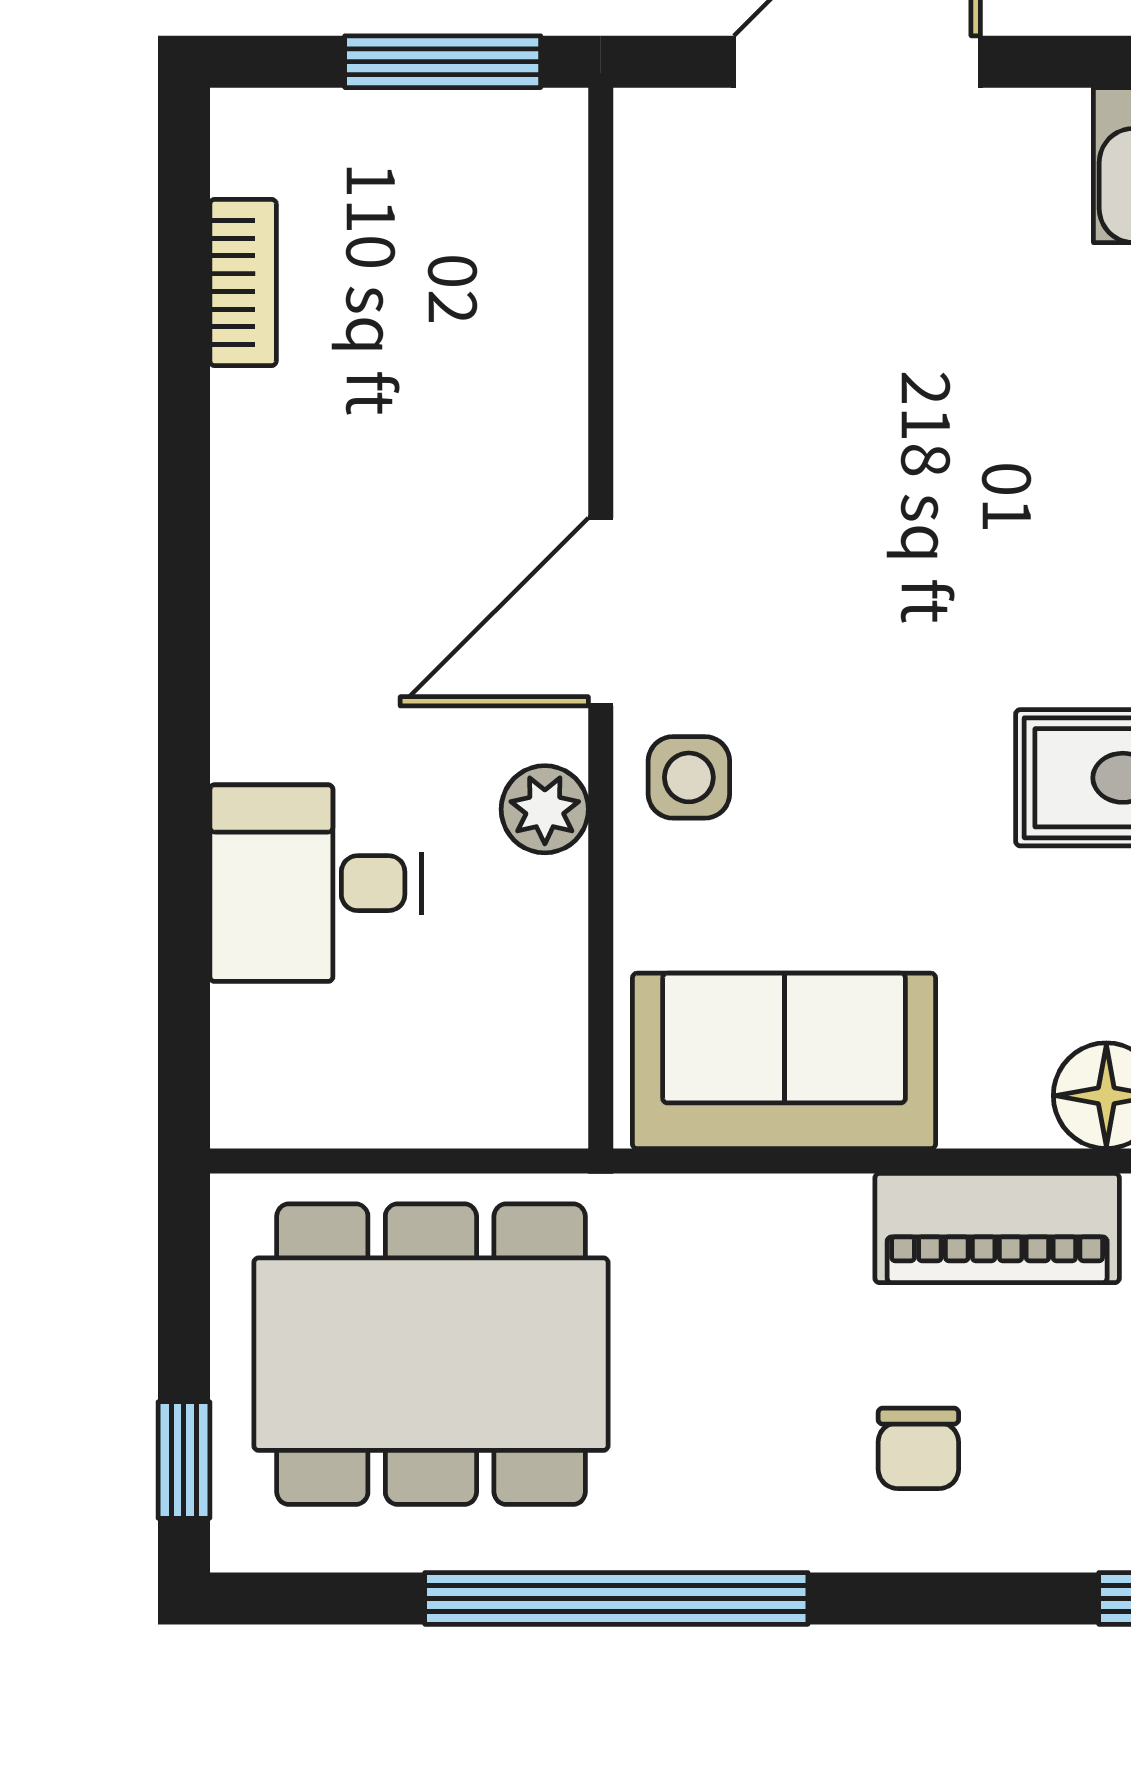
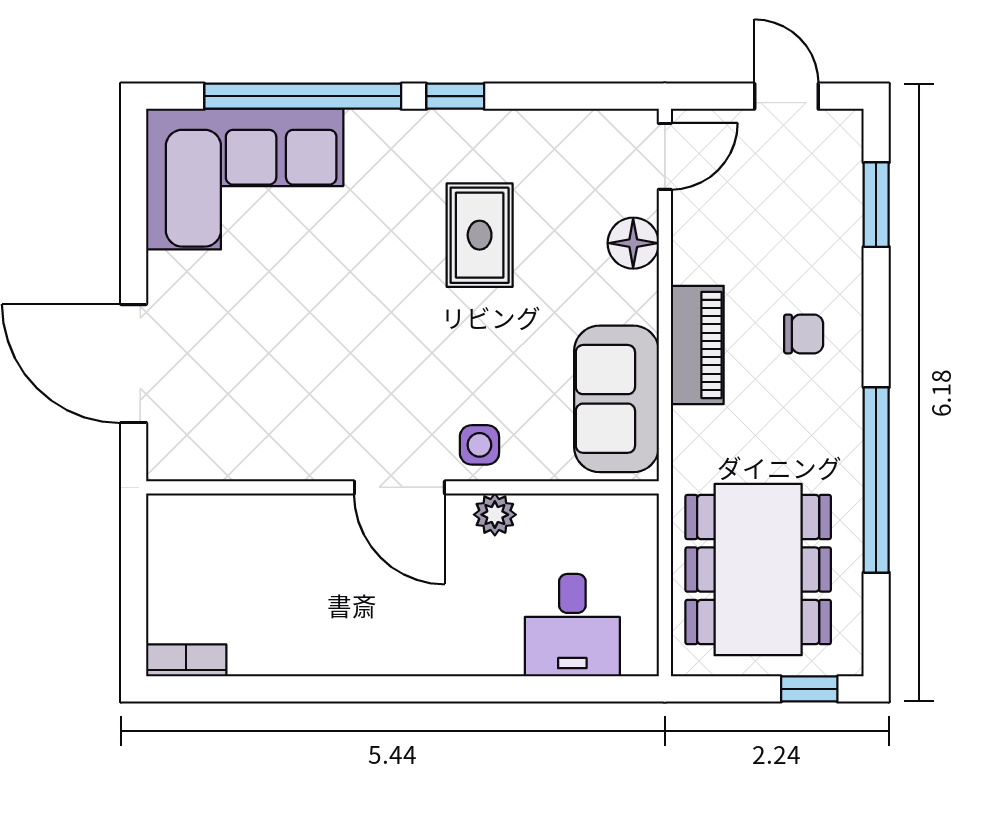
window: (443, 62) -> (134, 564), removed
bookcase: (243, 282) -> (186, 660), moved
desk: (316, 883) -> (572, 625), moved
piano: (997, 1228) -> (697, 345), moved

